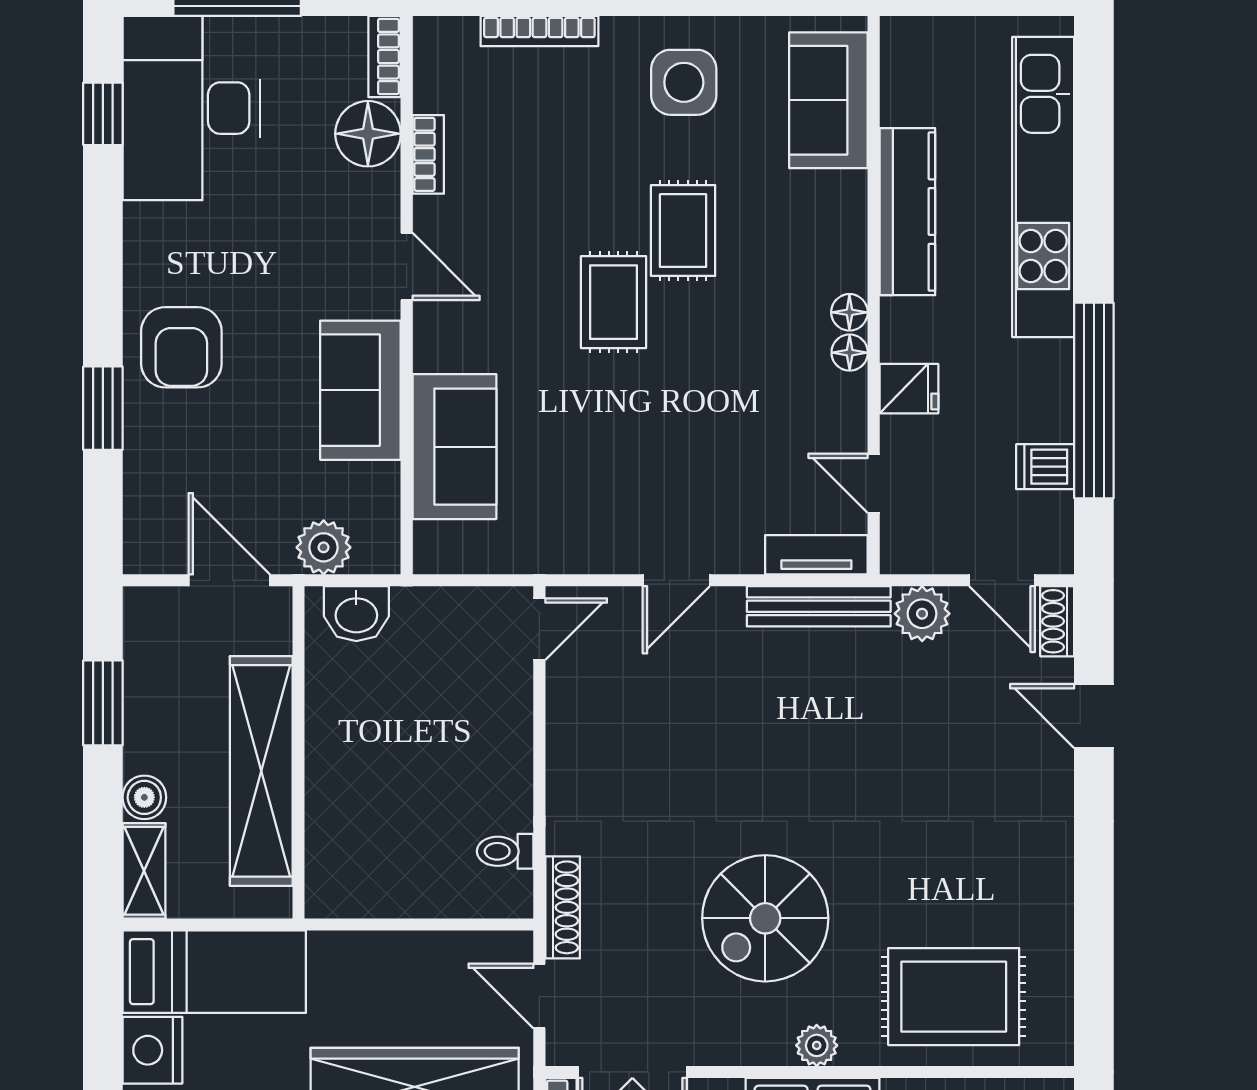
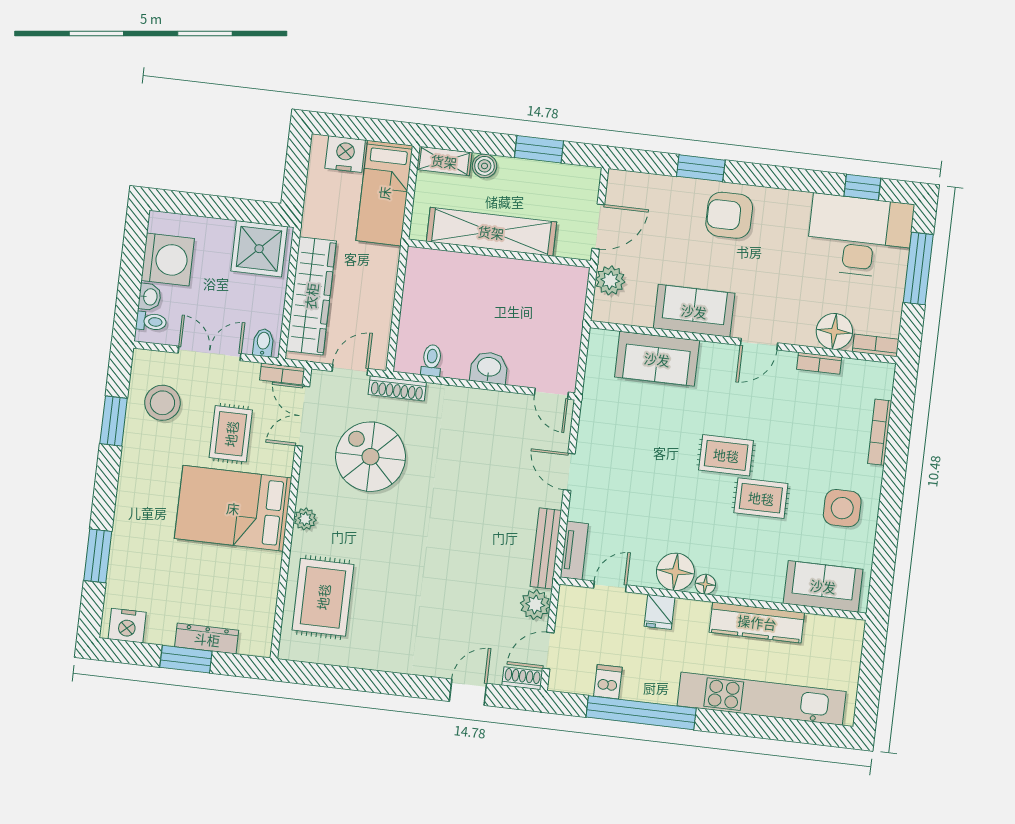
floor lamp: (850, 353) -> (675, 572), width x1.89, depth x1.89
washbasin: (356, 614) -> (489, 368), moved, turned 90
spiral stairs: (765, 918) -> (371, 457), moved

